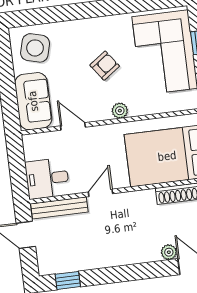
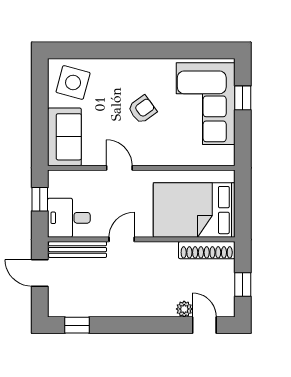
plant: (120, 111) -> (152, 158), removed
door: (73, 126) -> (119, 168), moved
window: (17, 164) -> (40, 199), added

